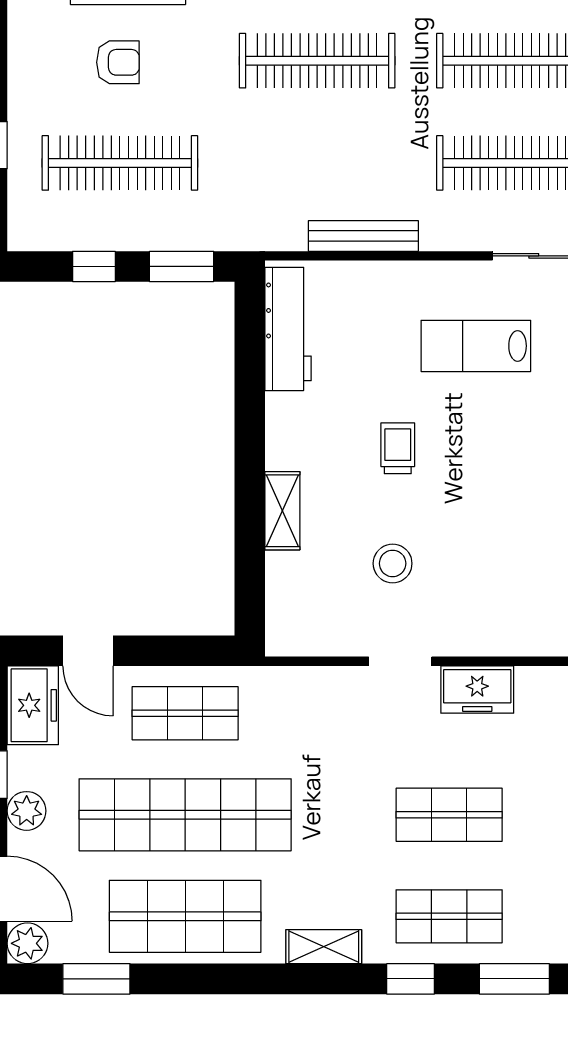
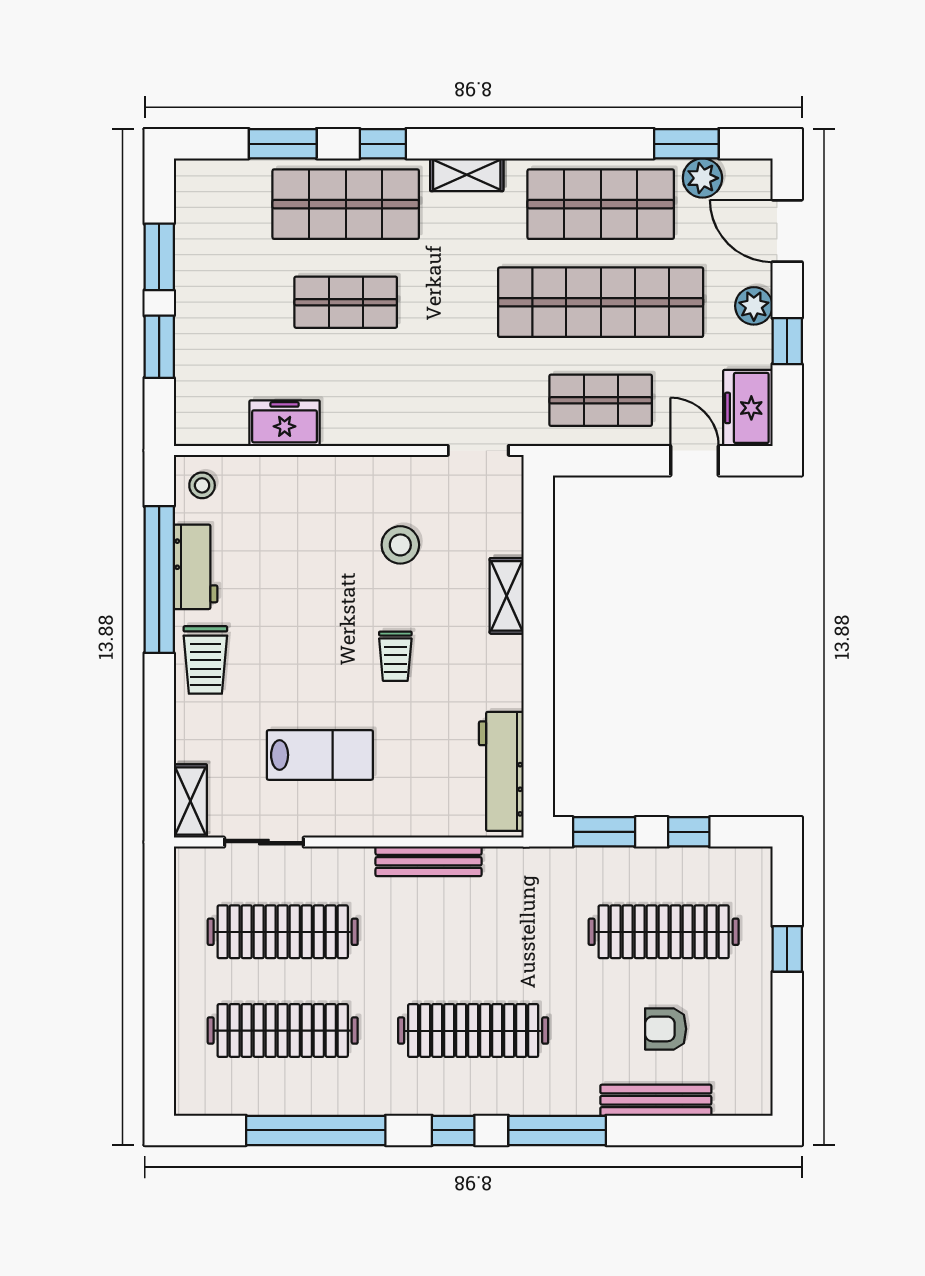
doorway: (400, 661) -> (478, 450), moved
freezer: (477, 690) -> (285, 423), moved
shop shelf: (449, 916) -> (346, 204), width x1.43, depth x1.36
plant: (28, 943) -> (702, 178), moved

